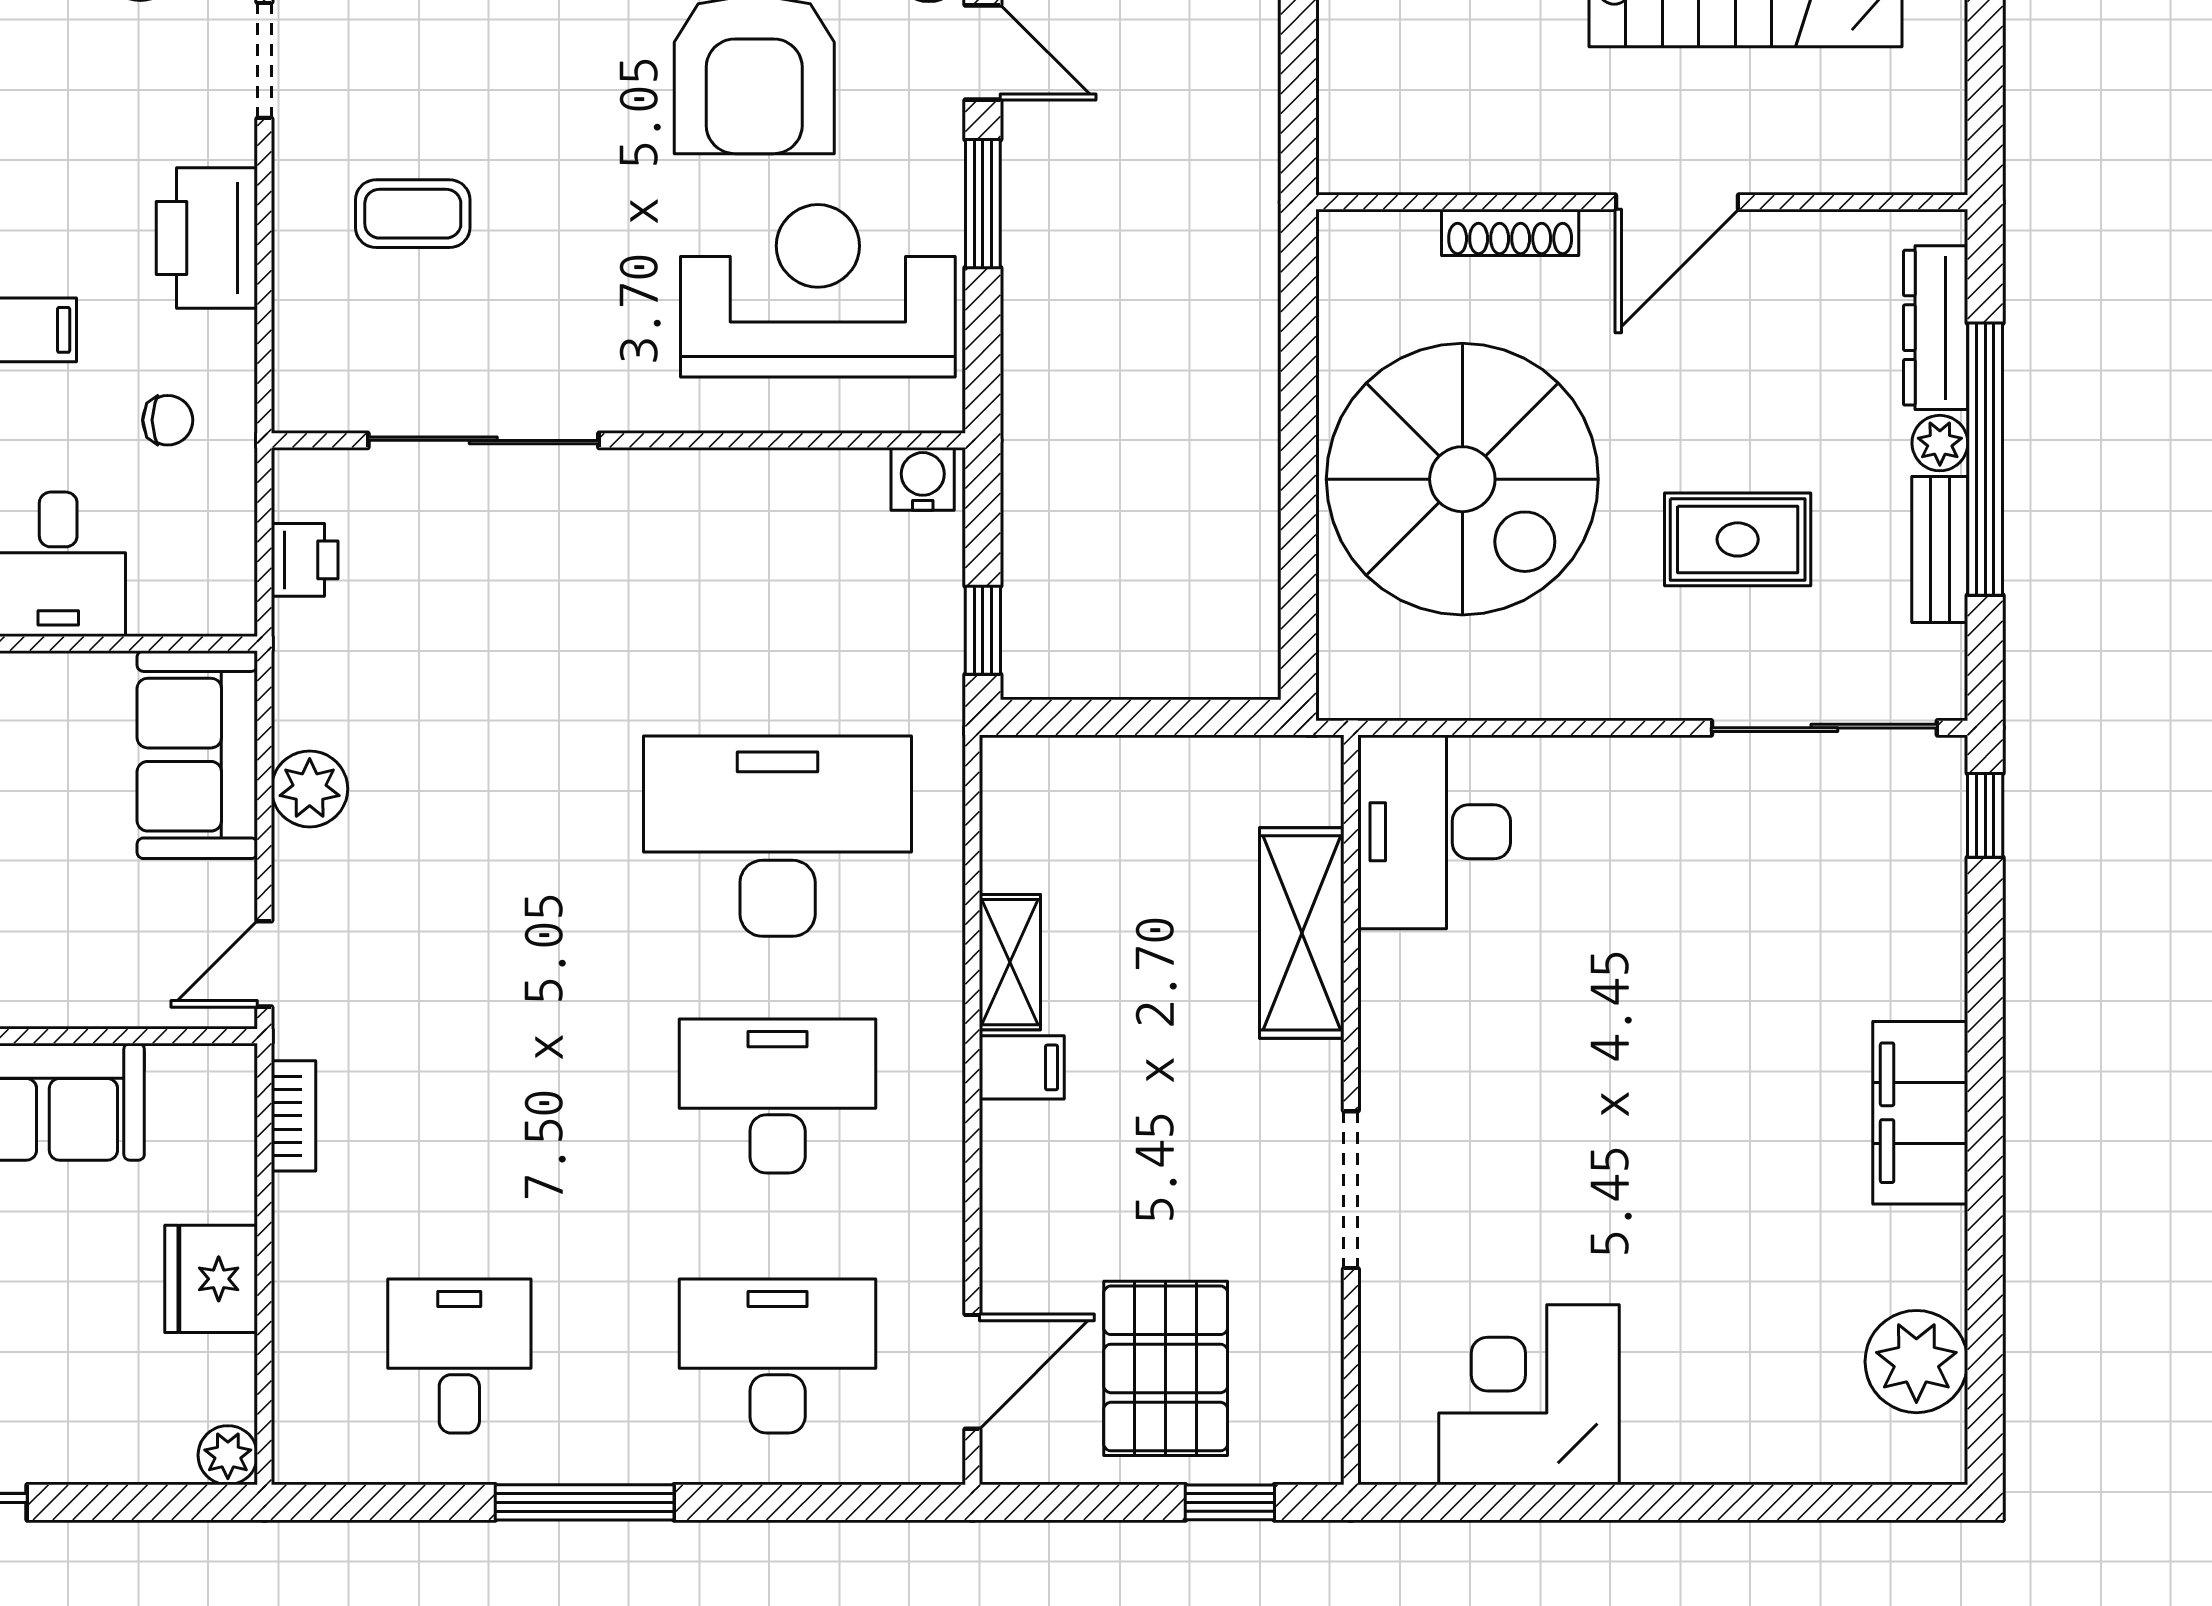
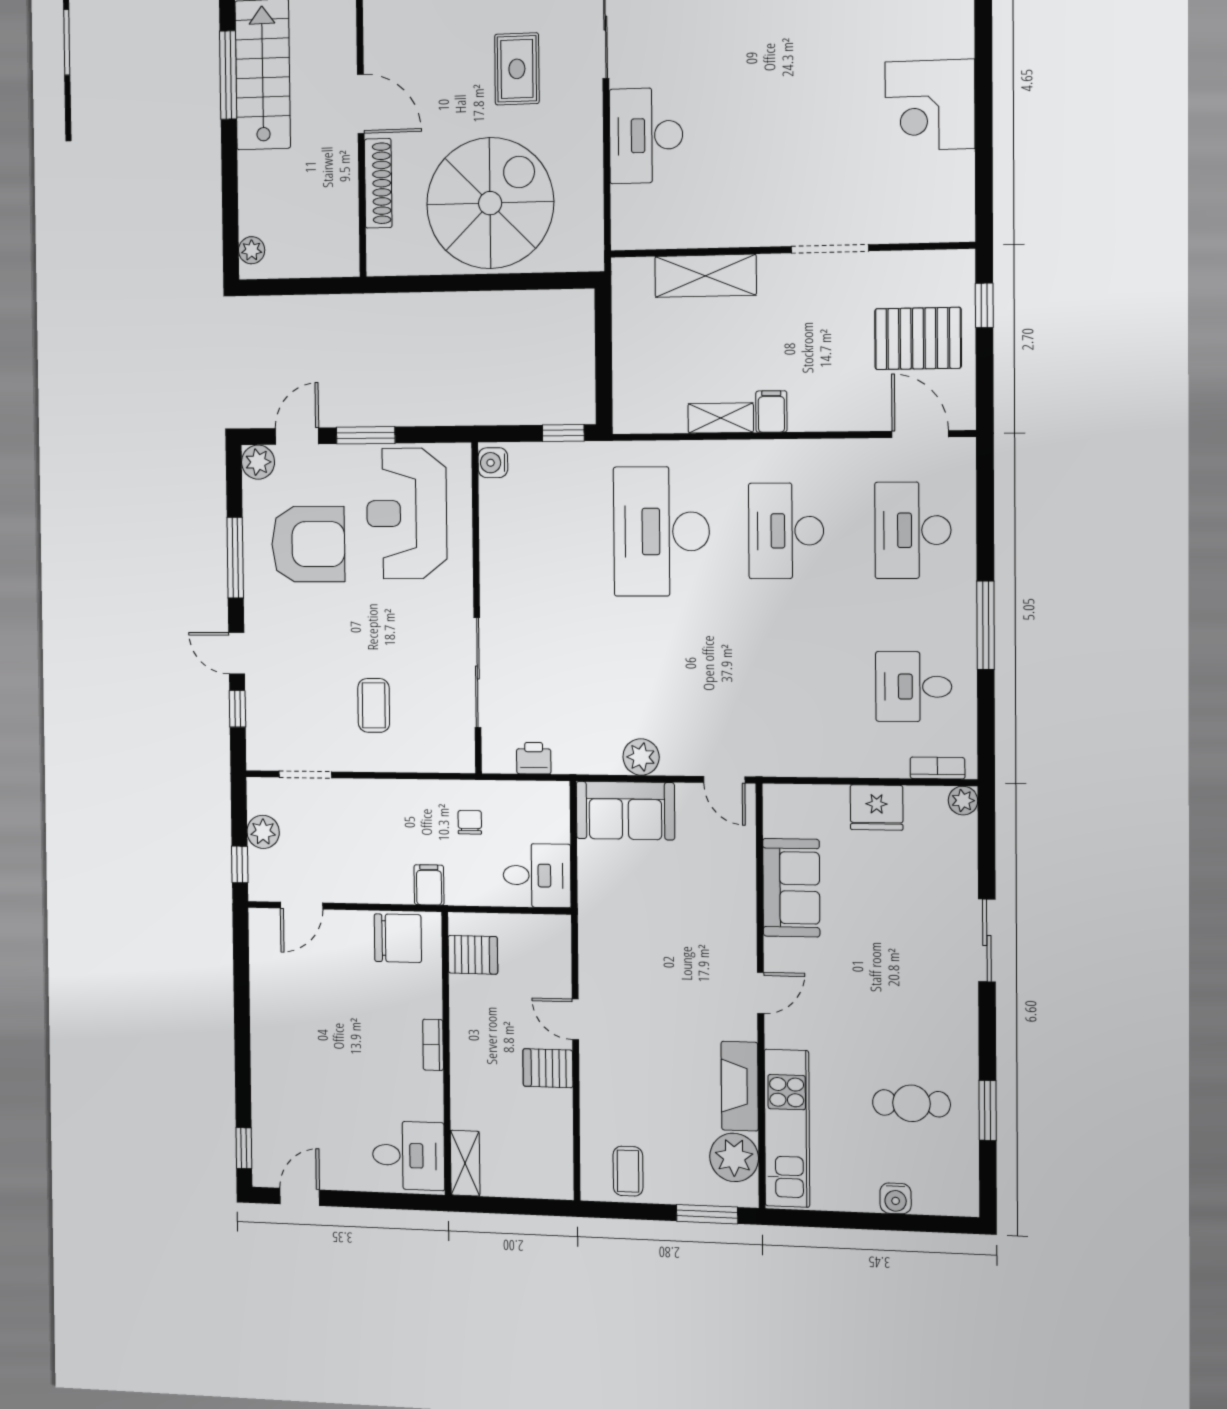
shoe rack: (1510, 232) -> (378, 183), width x1.36, depth x1.24
printer: (207, 238) -> (386, 803), removed
desk: (1434, 832) -> (646, 135), moved, turned 90
bookcase: (294, 1116) -> (938, 768), moved
corner desk: (1529, 1395) -> (930, 105), moved

